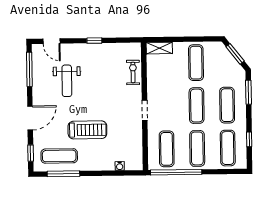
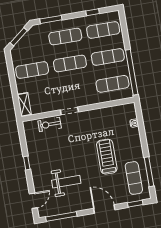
doorway: (145, 110) -> (69, 111), moved

